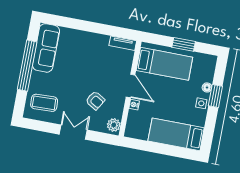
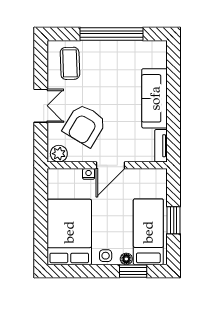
sofa: (46, 48) -> (155, 98), moved, turned 90
bed: (164, 64) -> (148, 232), moved, turned 180
window: (215, 96) -> (133, 271), moved
armchair: (95, 100) -> (85, 125), width x1.88, depth x1.88
bed: (176, 134) -> (69, 232), width x1.50

